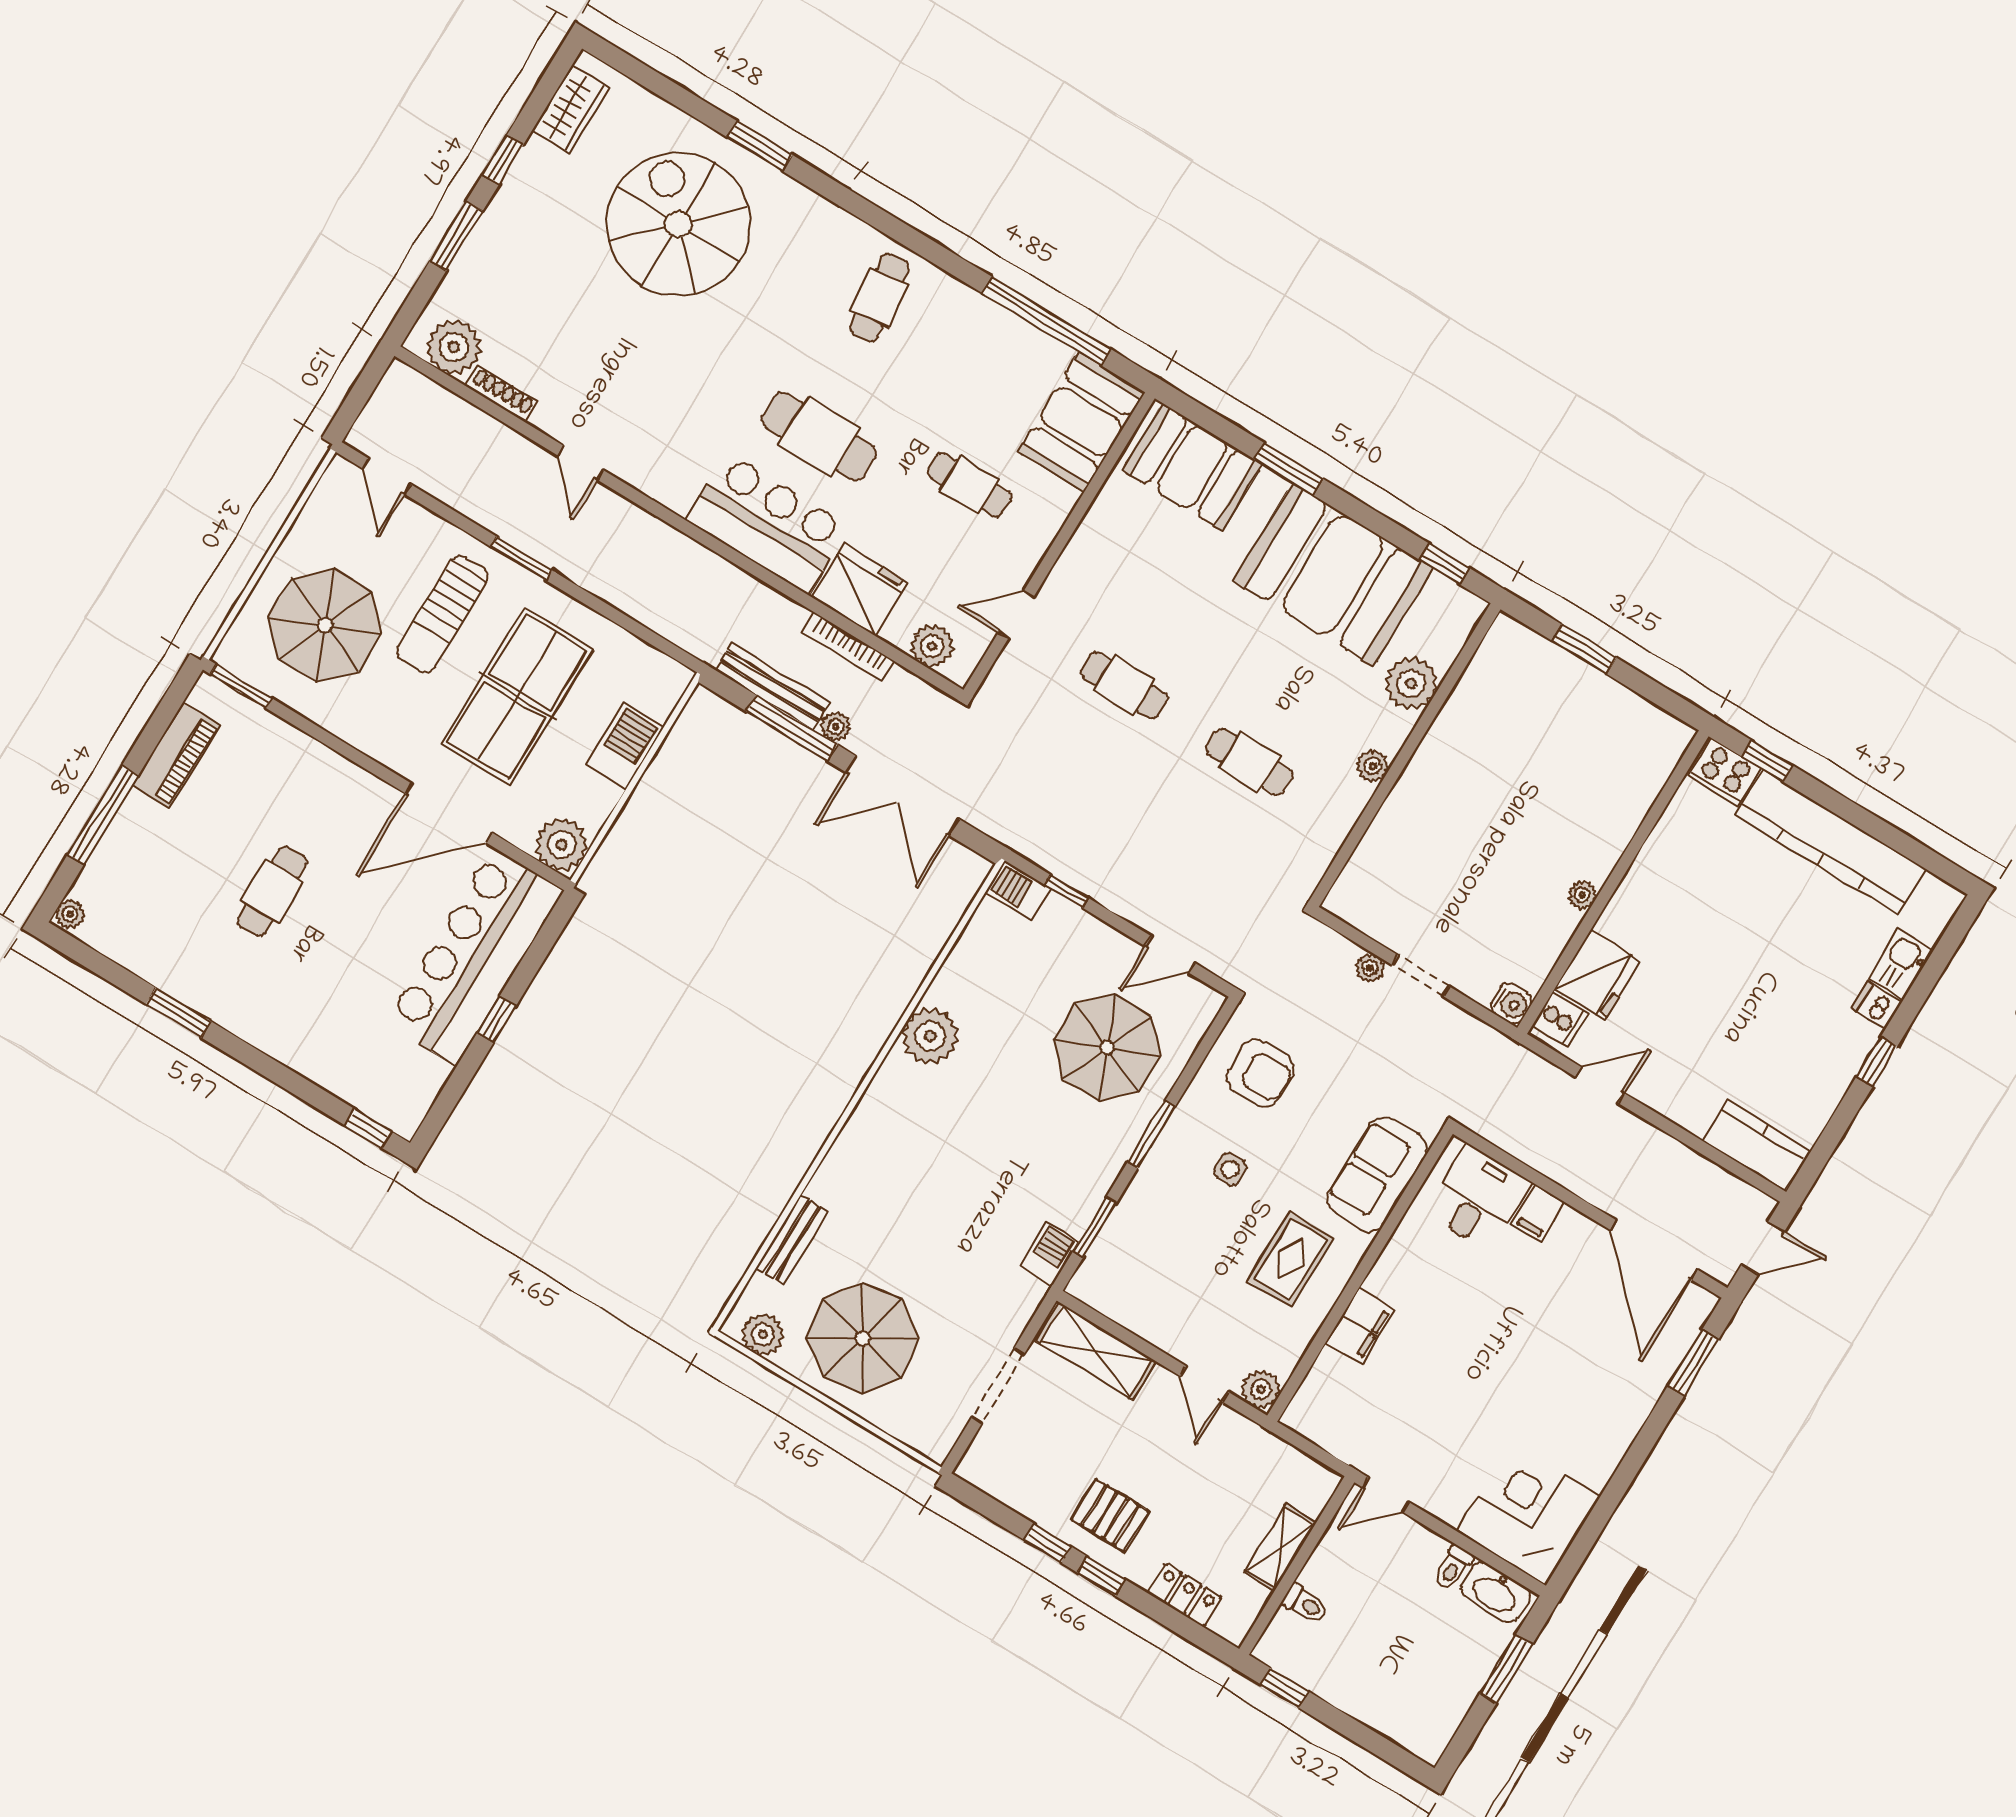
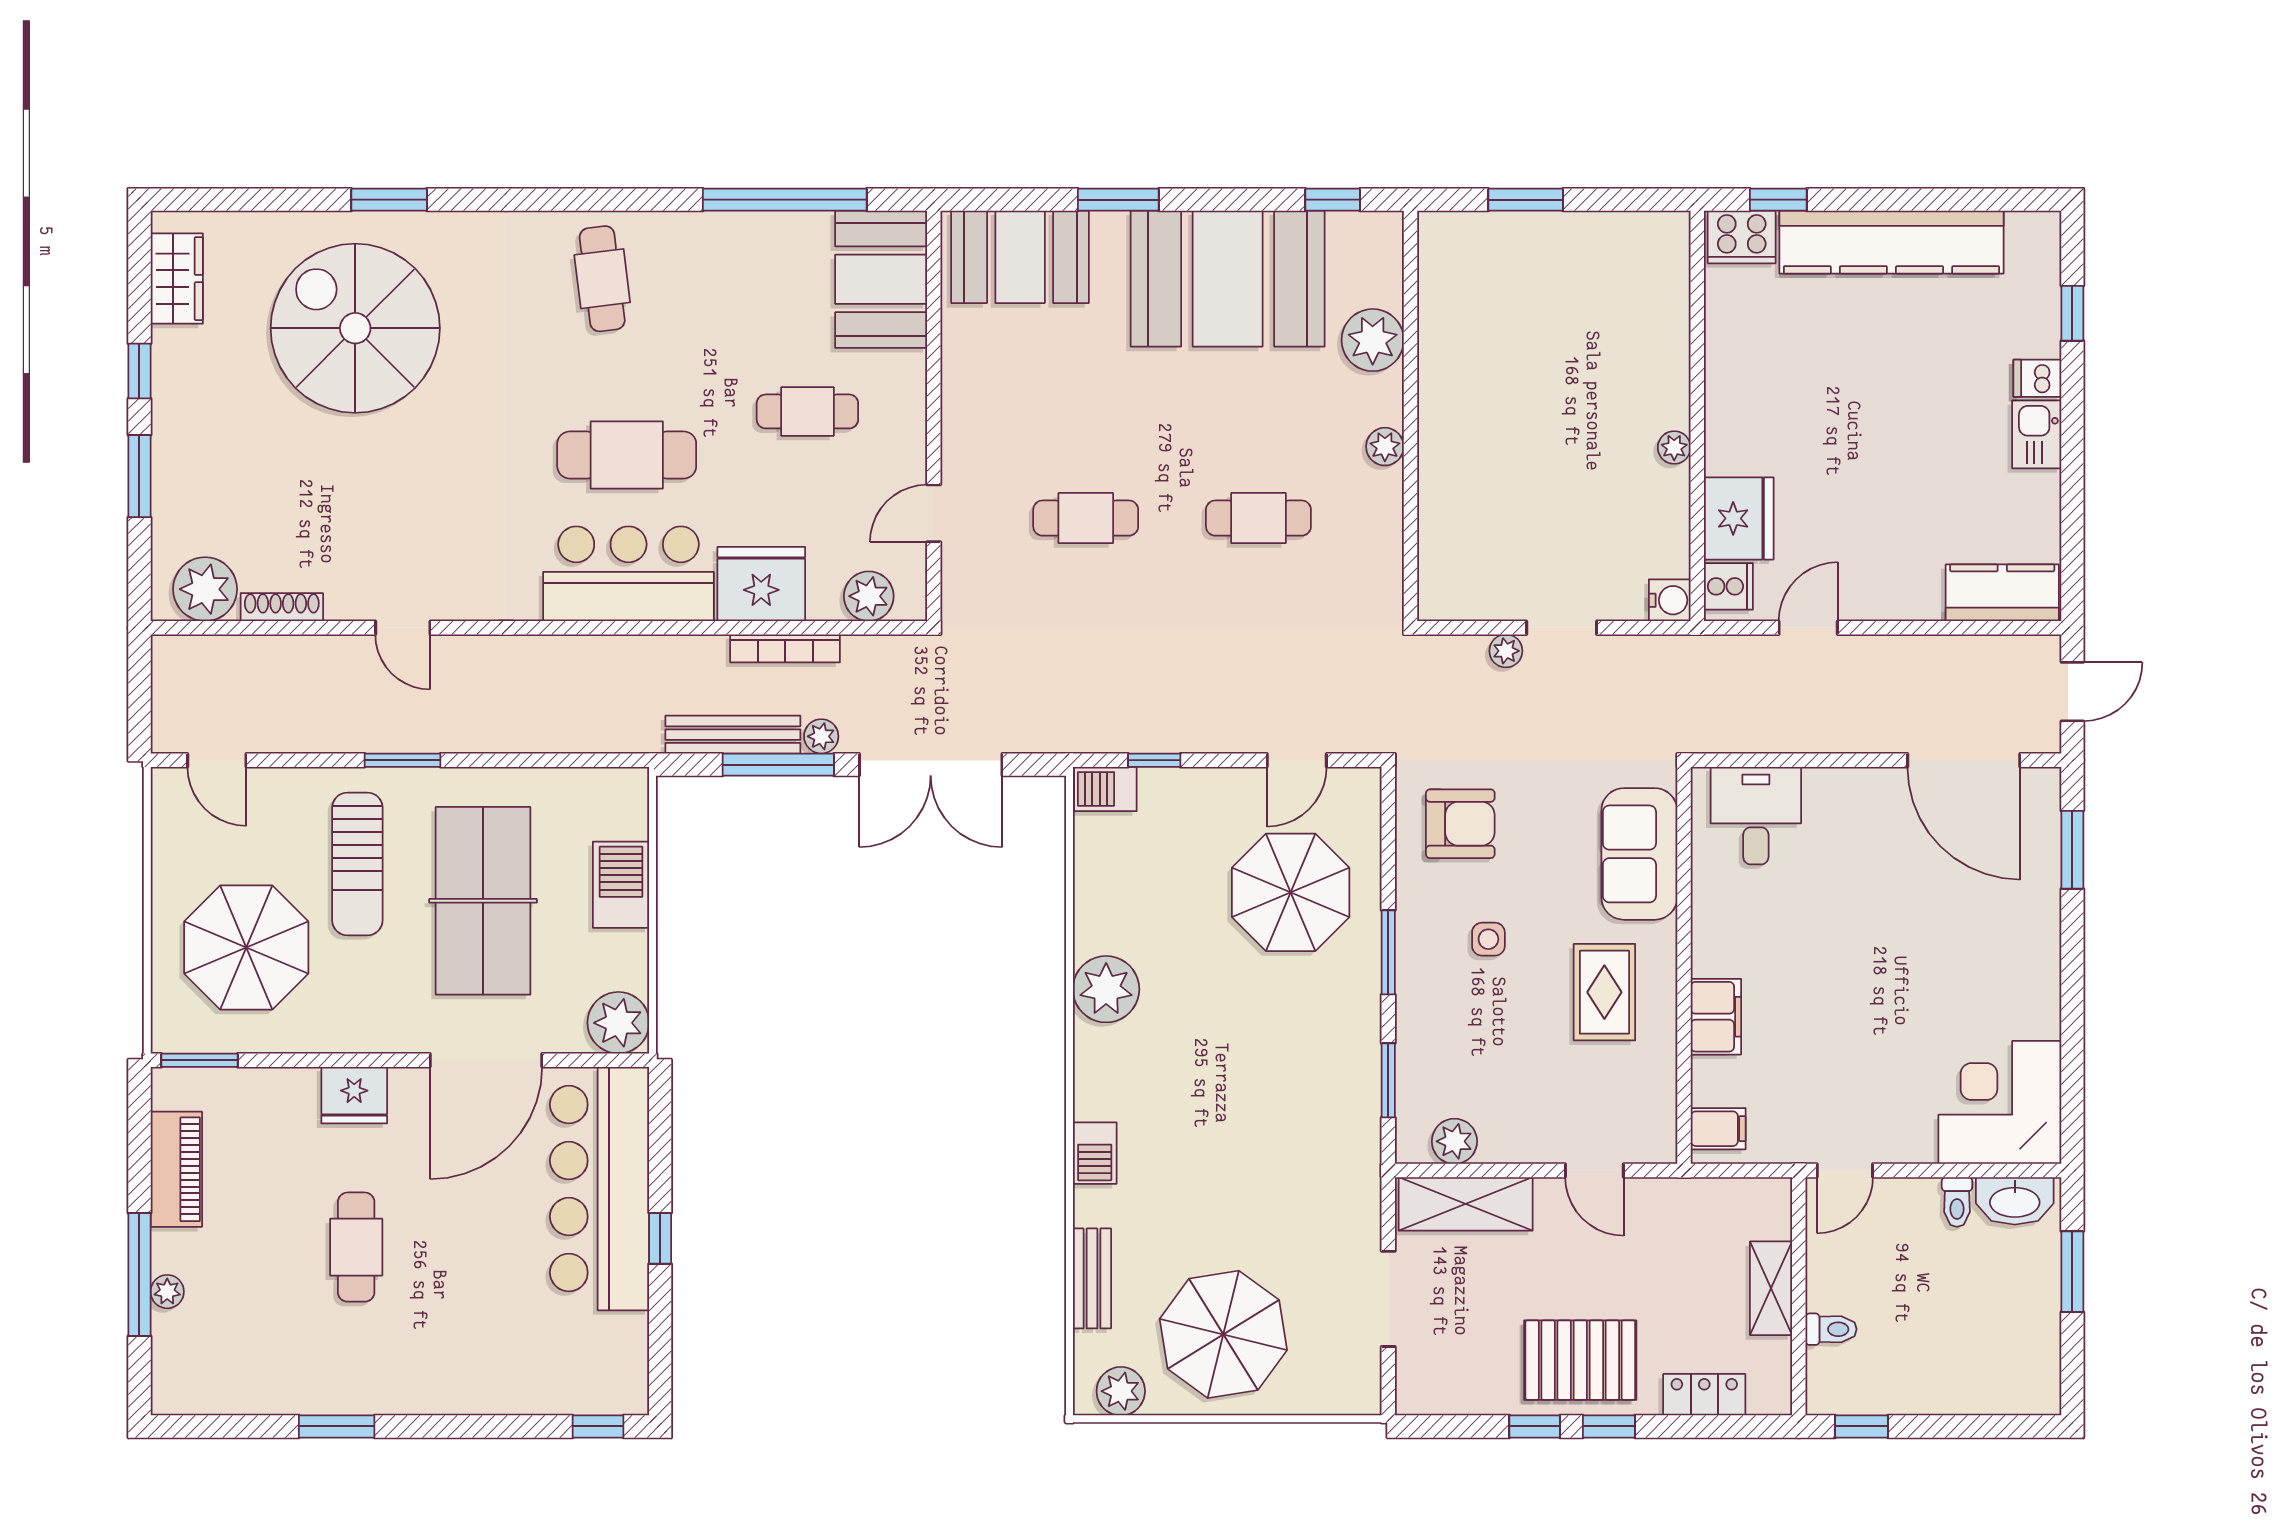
fridge: (338, 780) -> (354, 1095), added
plant: (70, 914) -> (167, 1292), moved
kitchen sink: (1901, 964) -> (2037, 434), moved
window: (1877, 1062) -> (2072, 313), moved
filing cabinet: (1538, 1213) -> (1718, 1129), moved, turned -90
barbecue: (1050, 1254) -> (1095, 1153), moved, turned 180
plant: (1261, 1389) -> (1454, 1141), moved
pallet: (1110, 1515) -> (1580, 1360), width x1.50, depth x1.42

